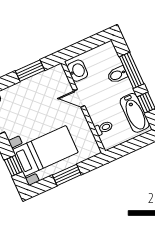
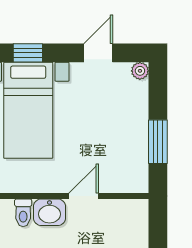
washbasin: (77, 71) -> (49, 212), moved

